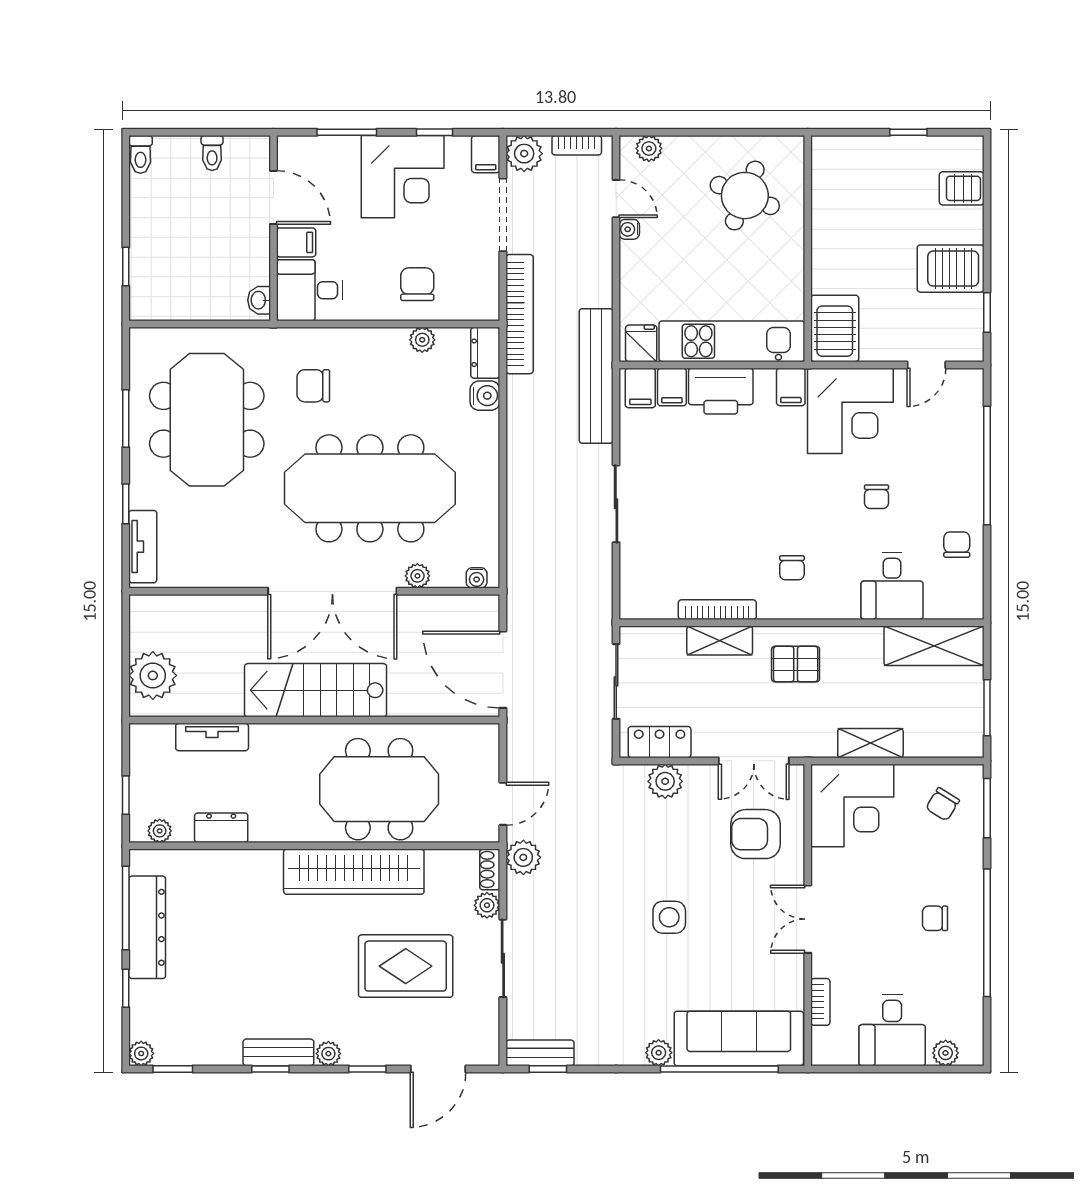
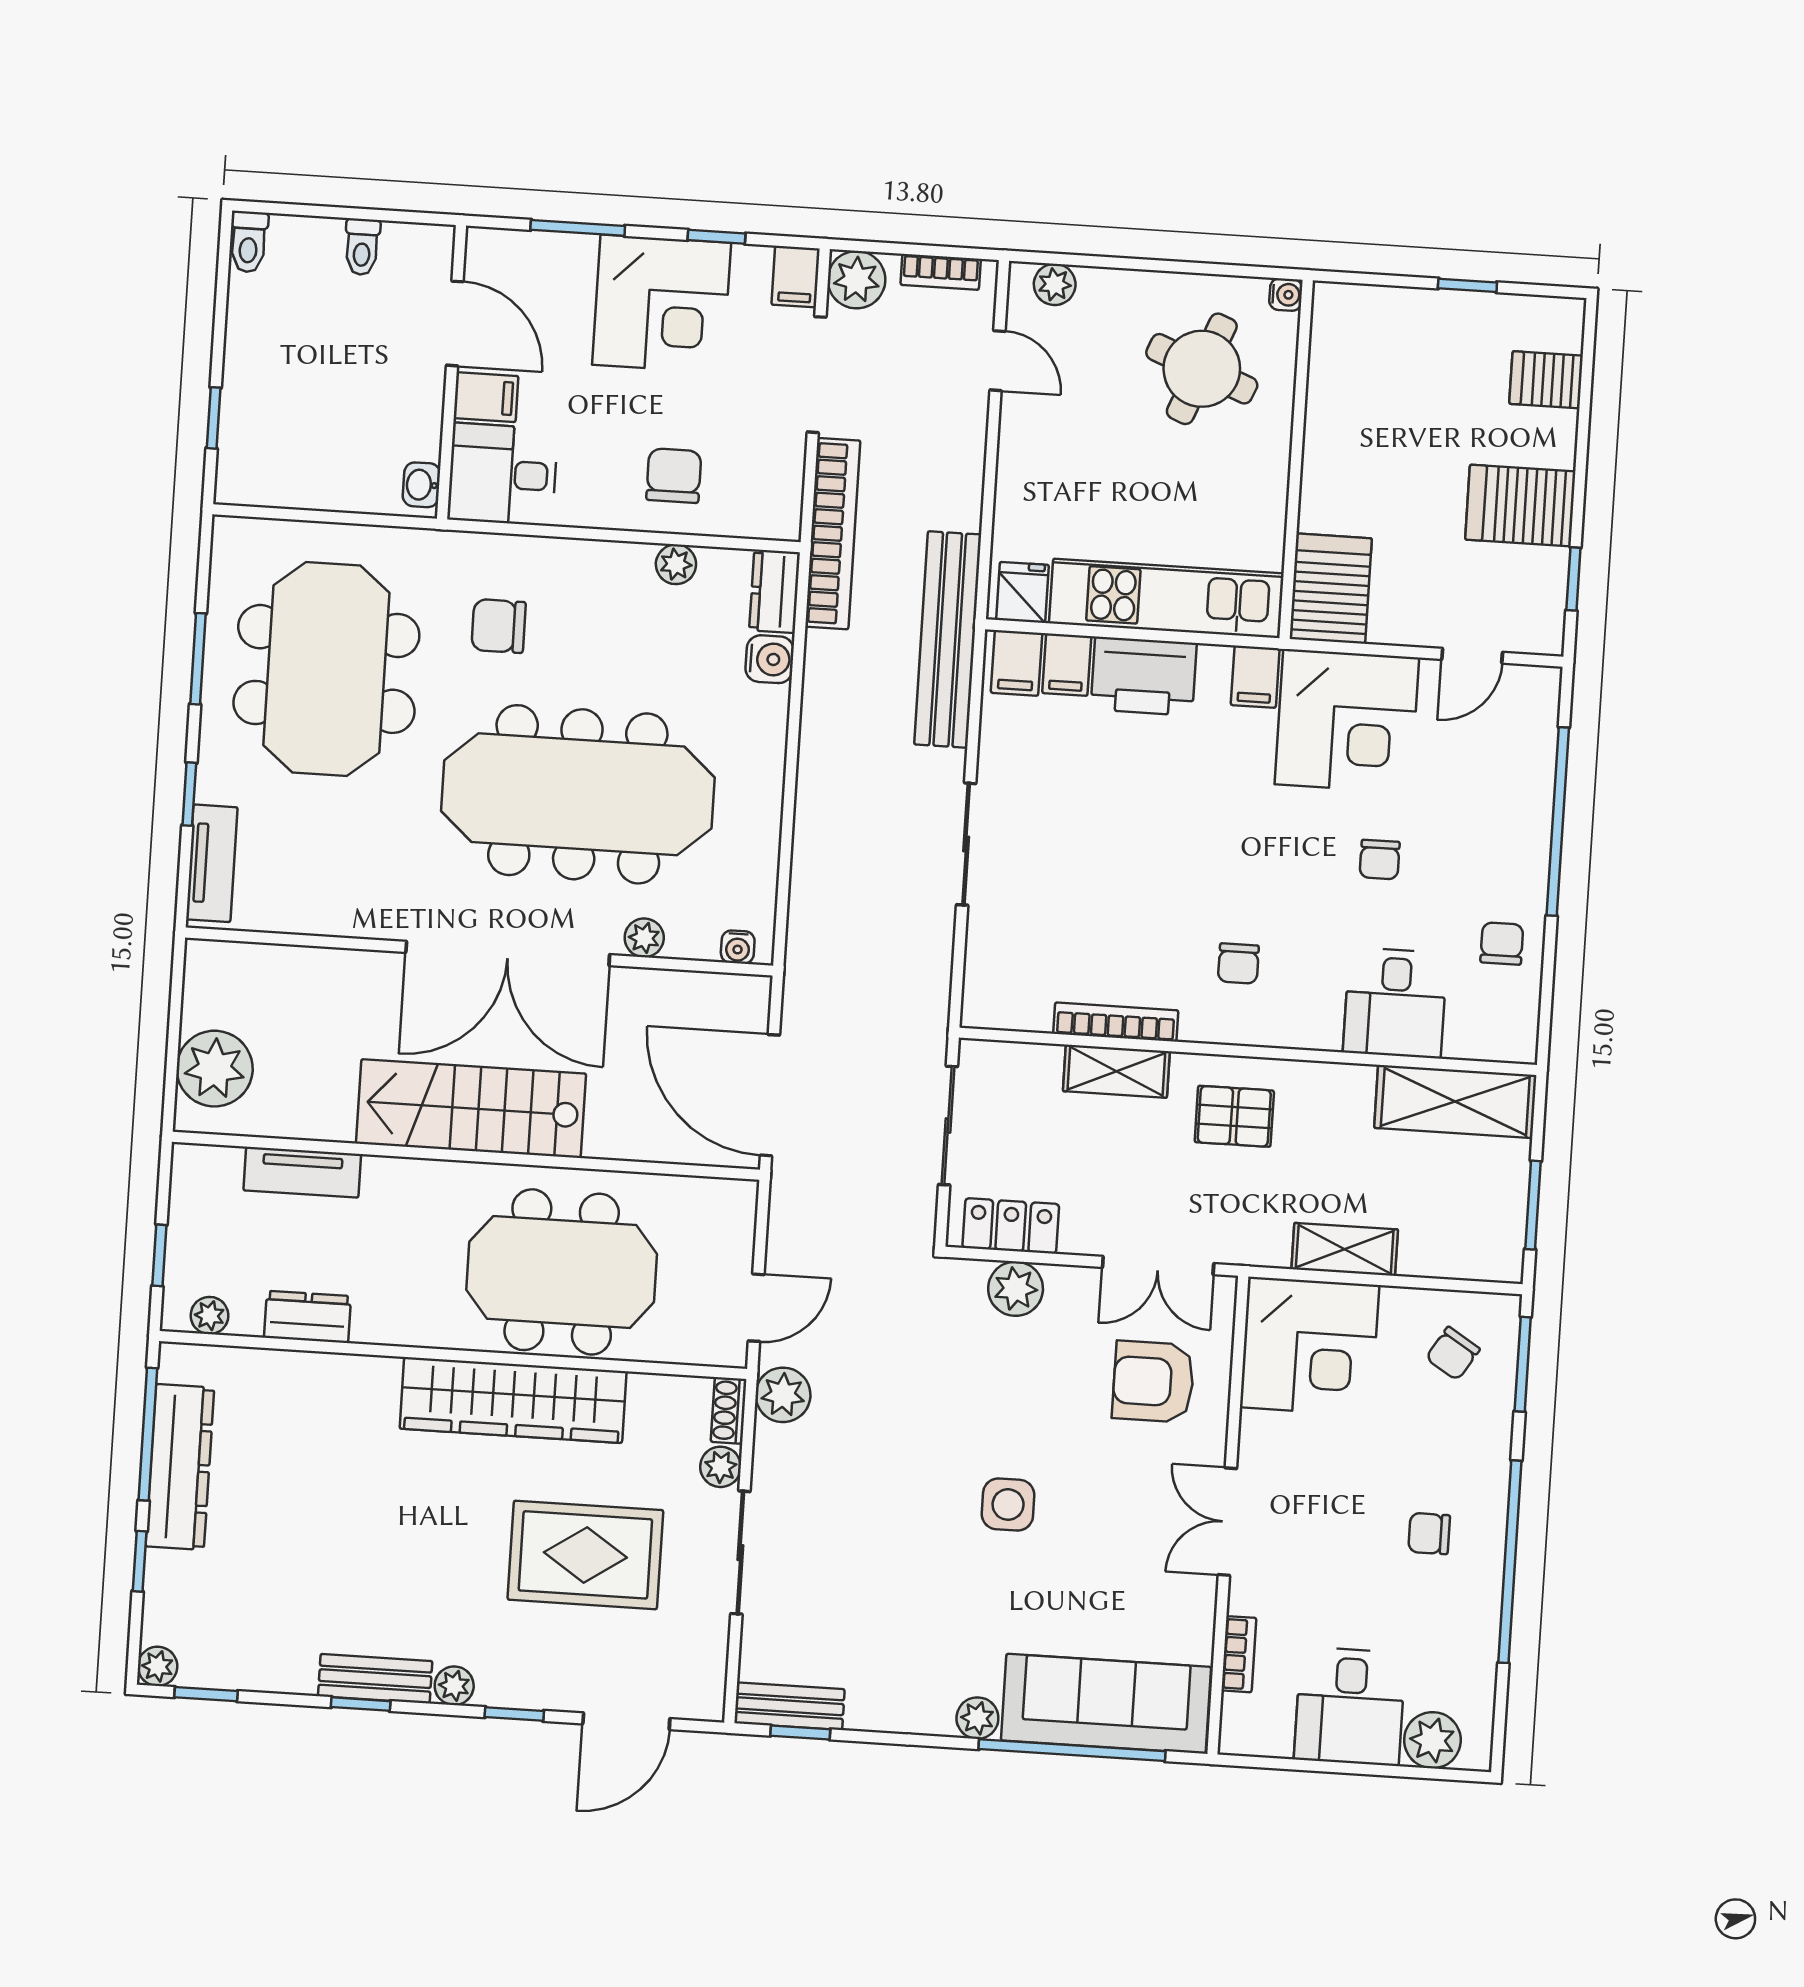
water cooler: (629, 229) -> (1286, 295), moved, turned 180
plant: (946, 1053) -> (1432, 1740), width x1.38, depth x1.38

